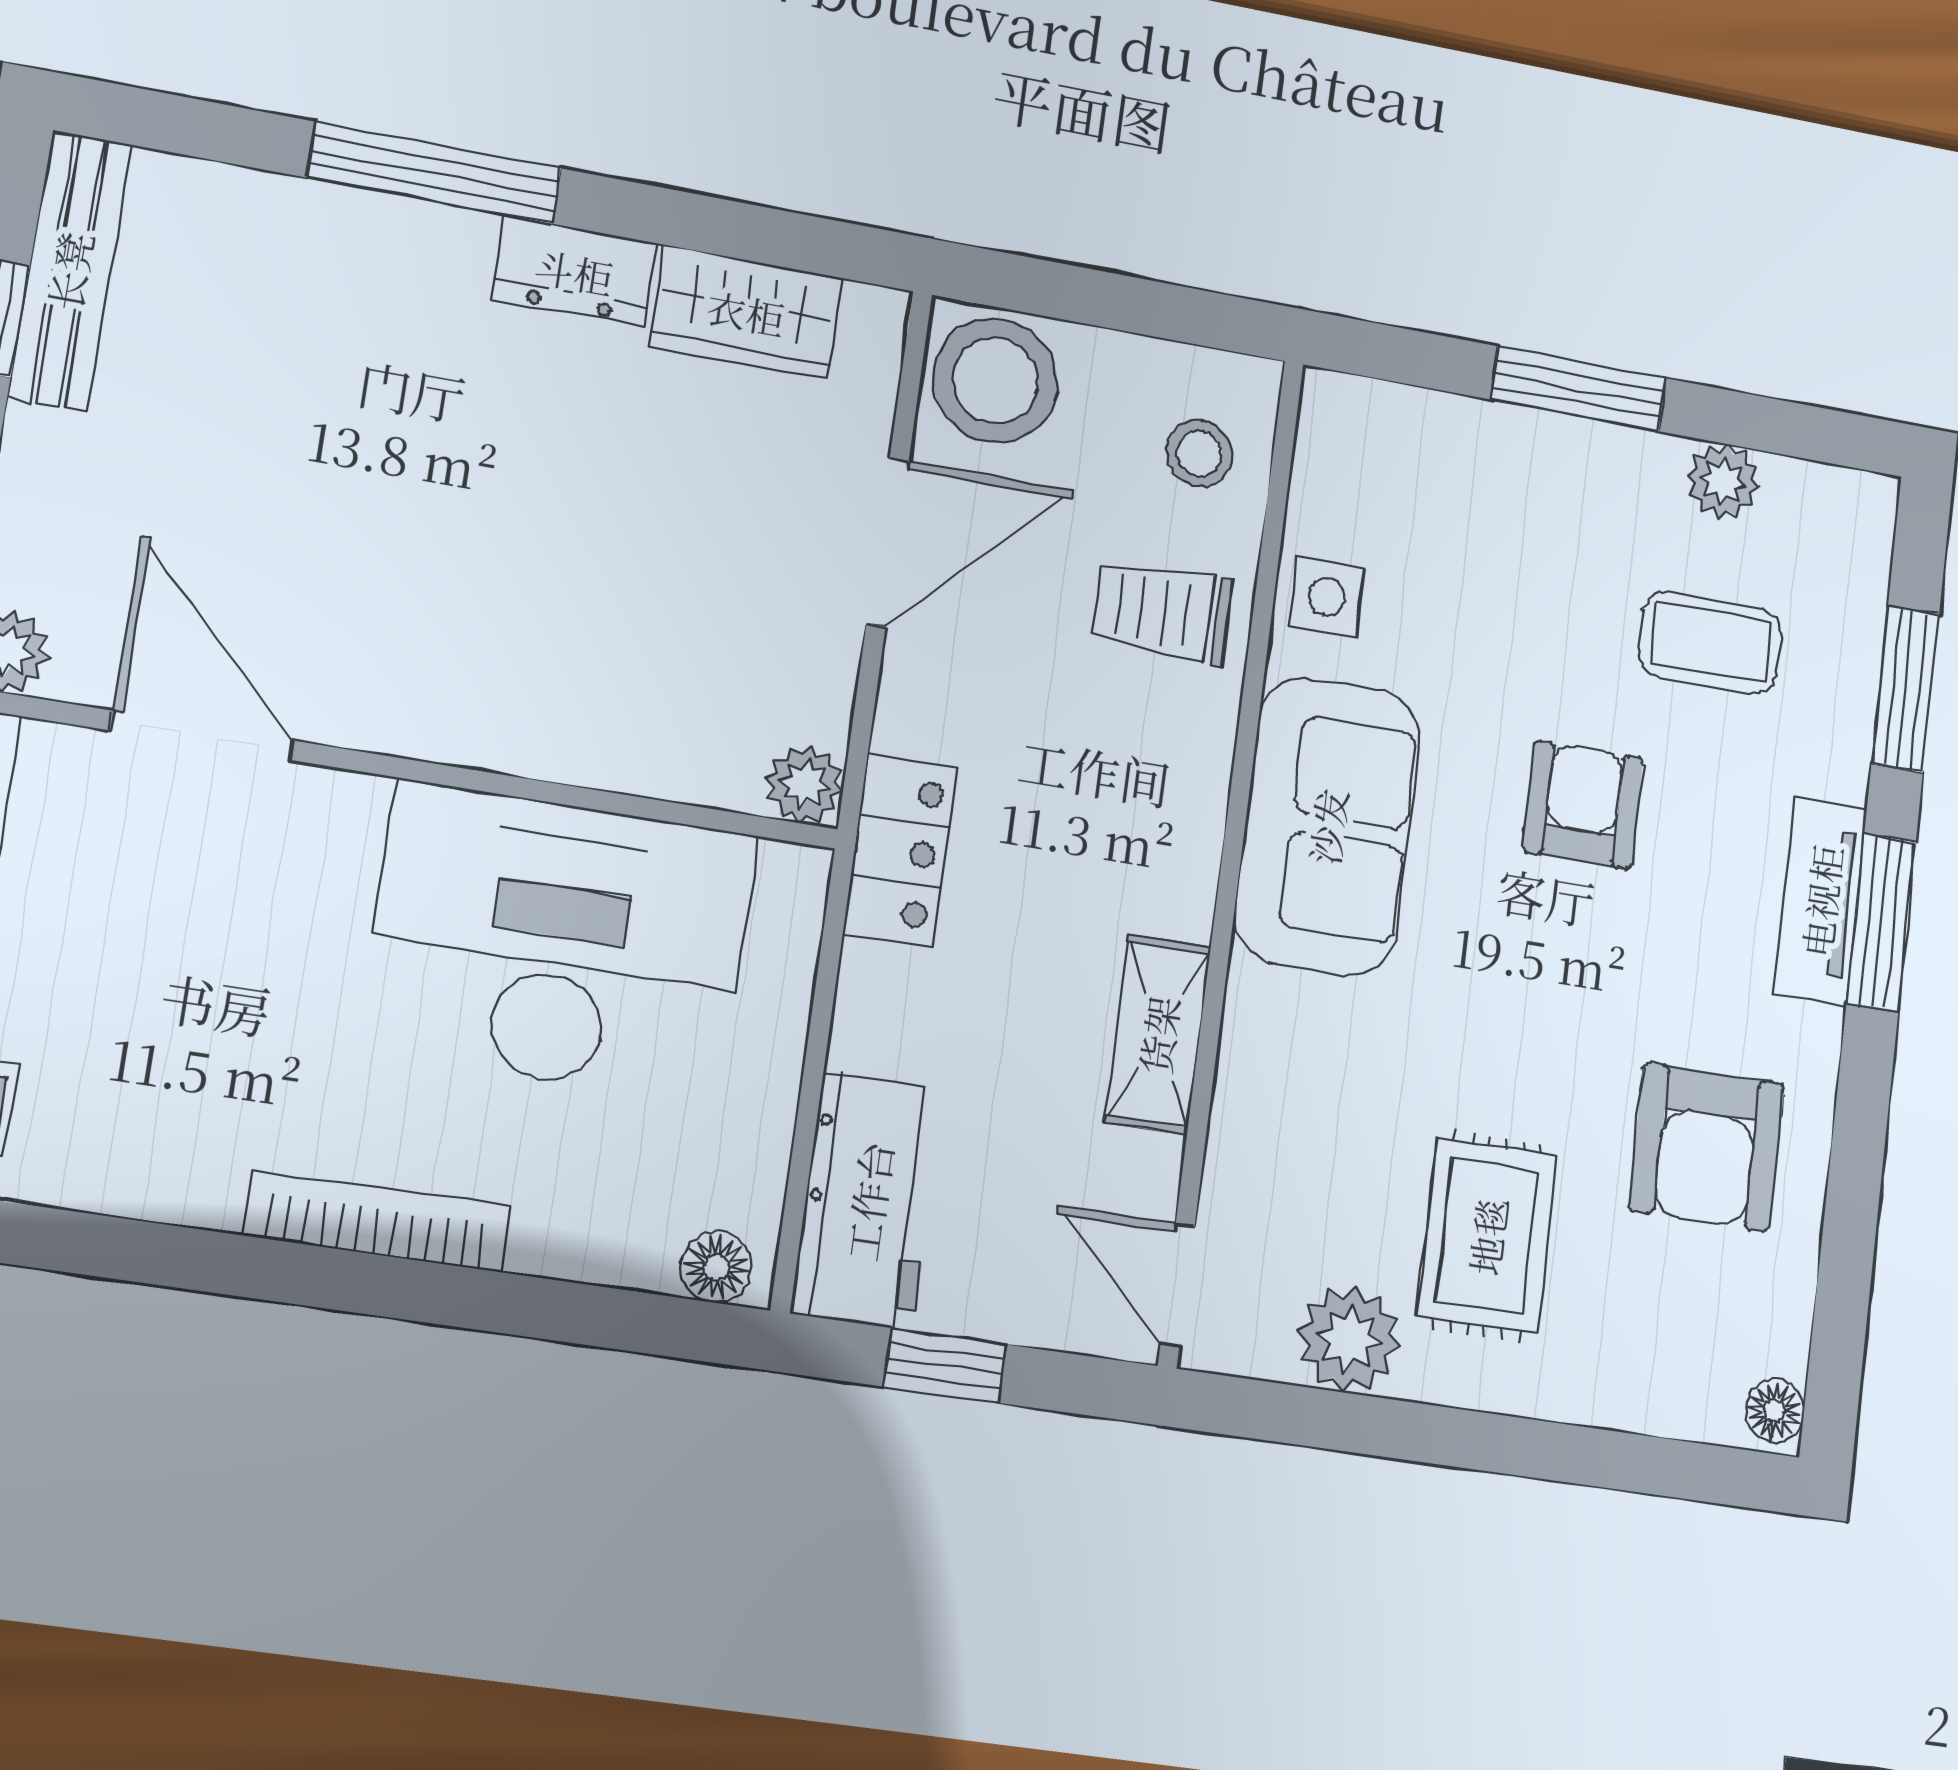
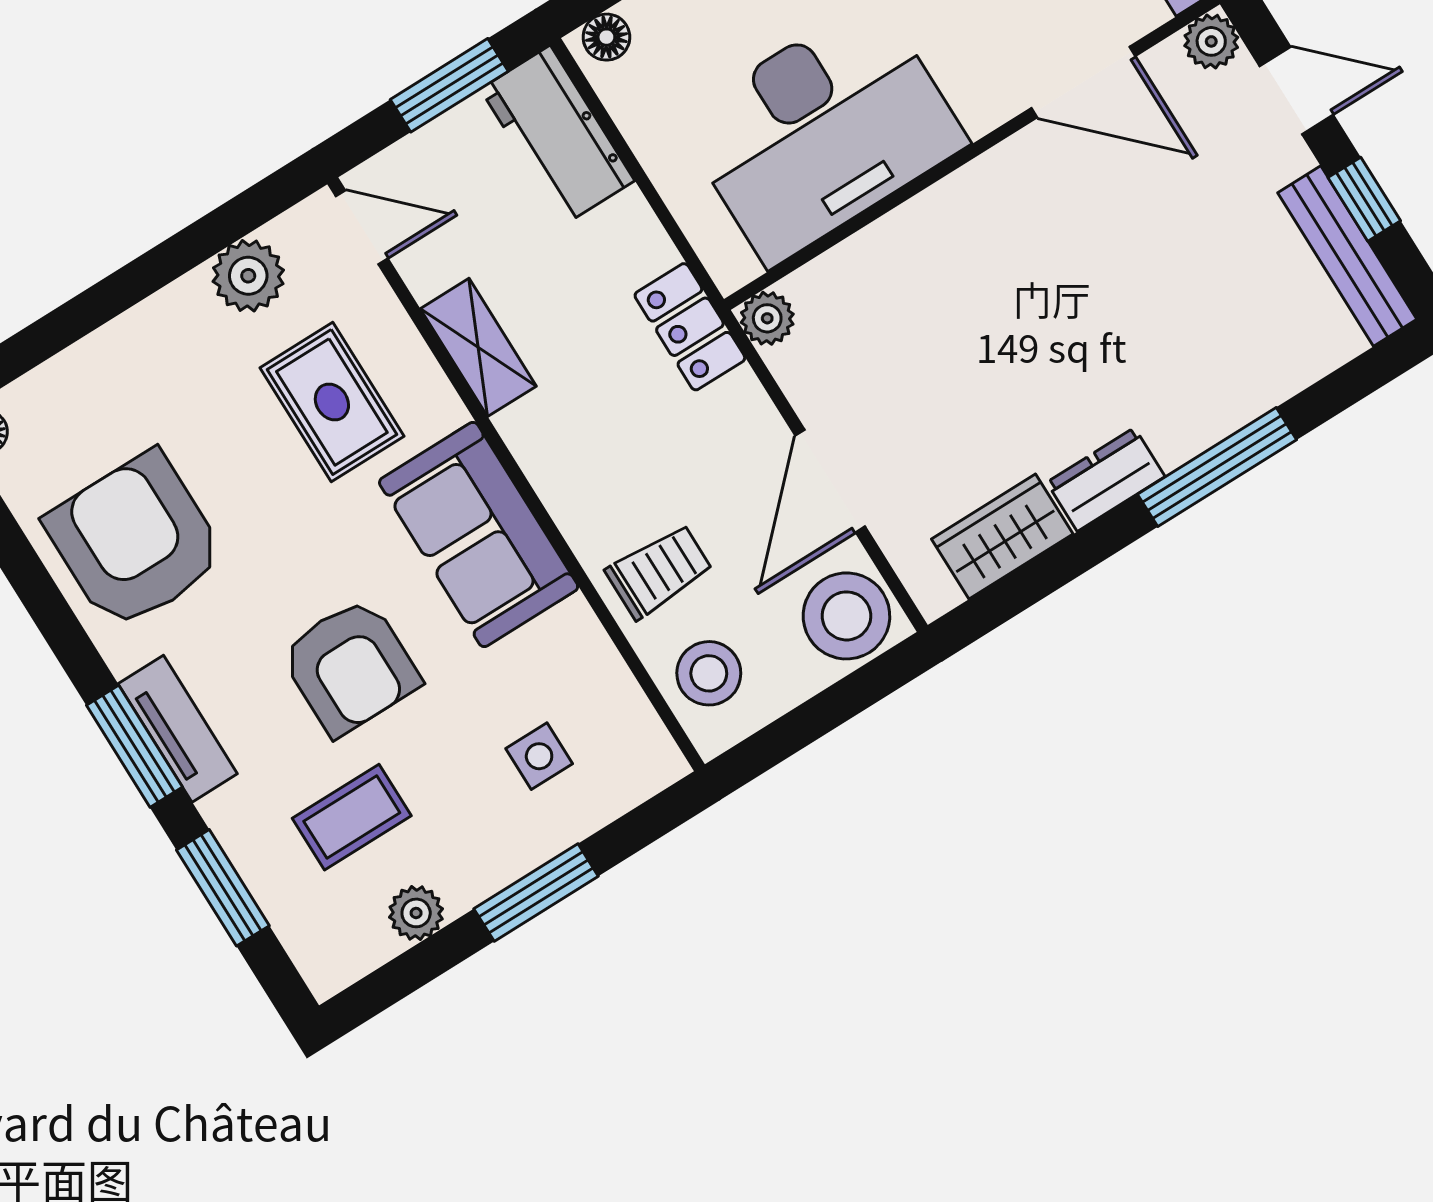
stool: (1199, 453) -> (709, 673), width x1.37, depth x1.37
side table: (1326, 597) -> (539, 756), moved
armchair: (1583, 805) -> (350, 667), width x1.38, depth x1.38
armchair: (1707, 1147) -> (135, 541), width x1.36, depth x1.36
rug: (1487, 1236) -> (332, 402), moved
window: (944, 1365) -> (449, 85), width x1.50

